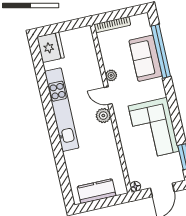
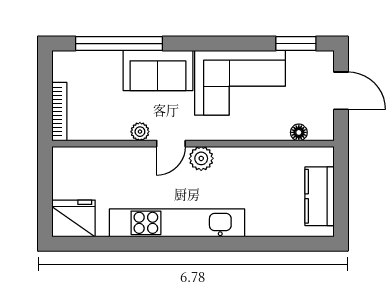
sofa: (146, 58) -> (158, 71), moved
floor lamp: (135, 186) -> (299, 132), moved

